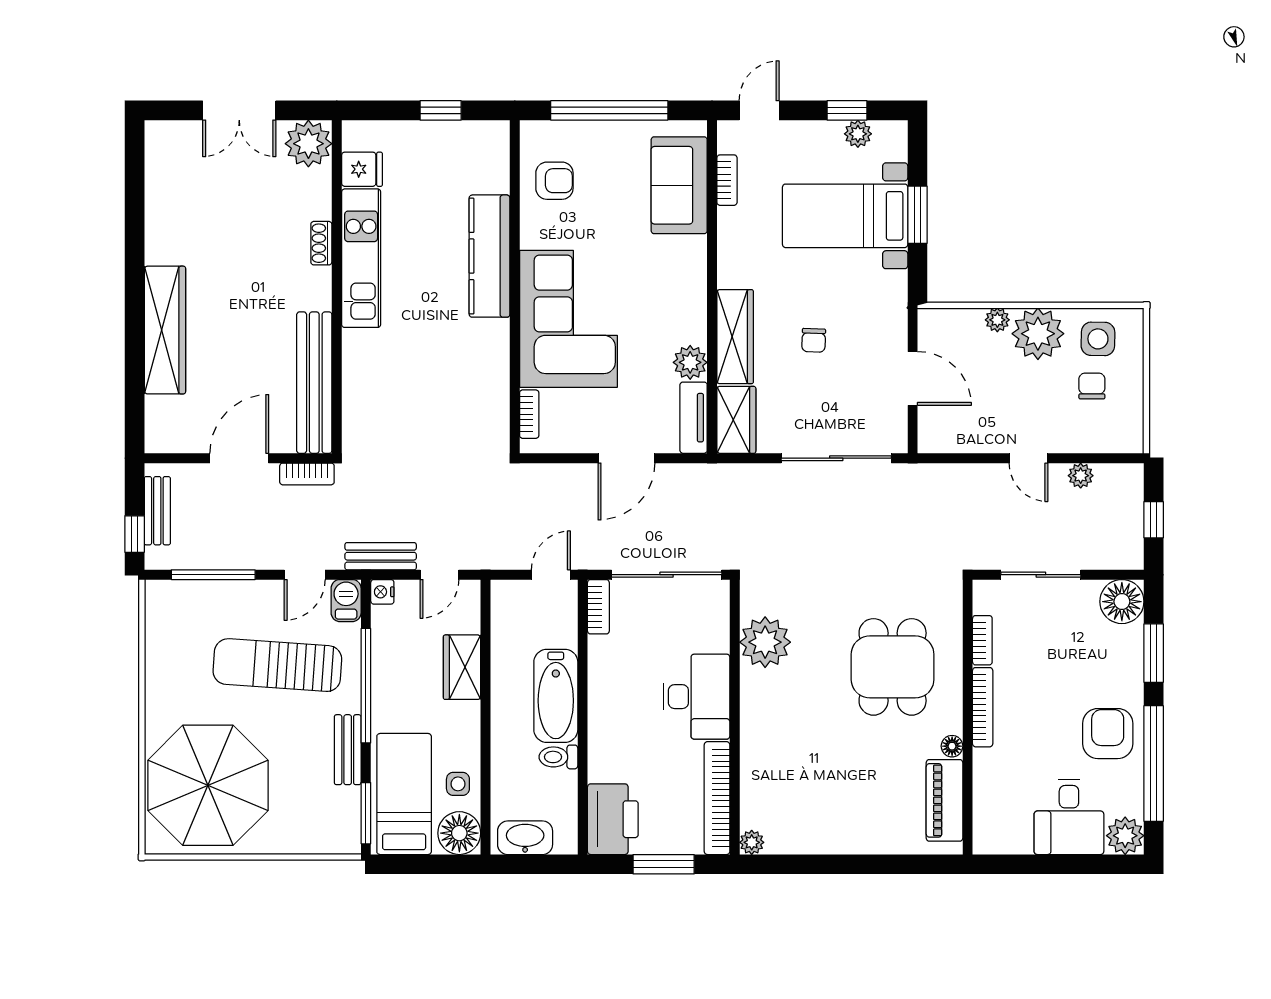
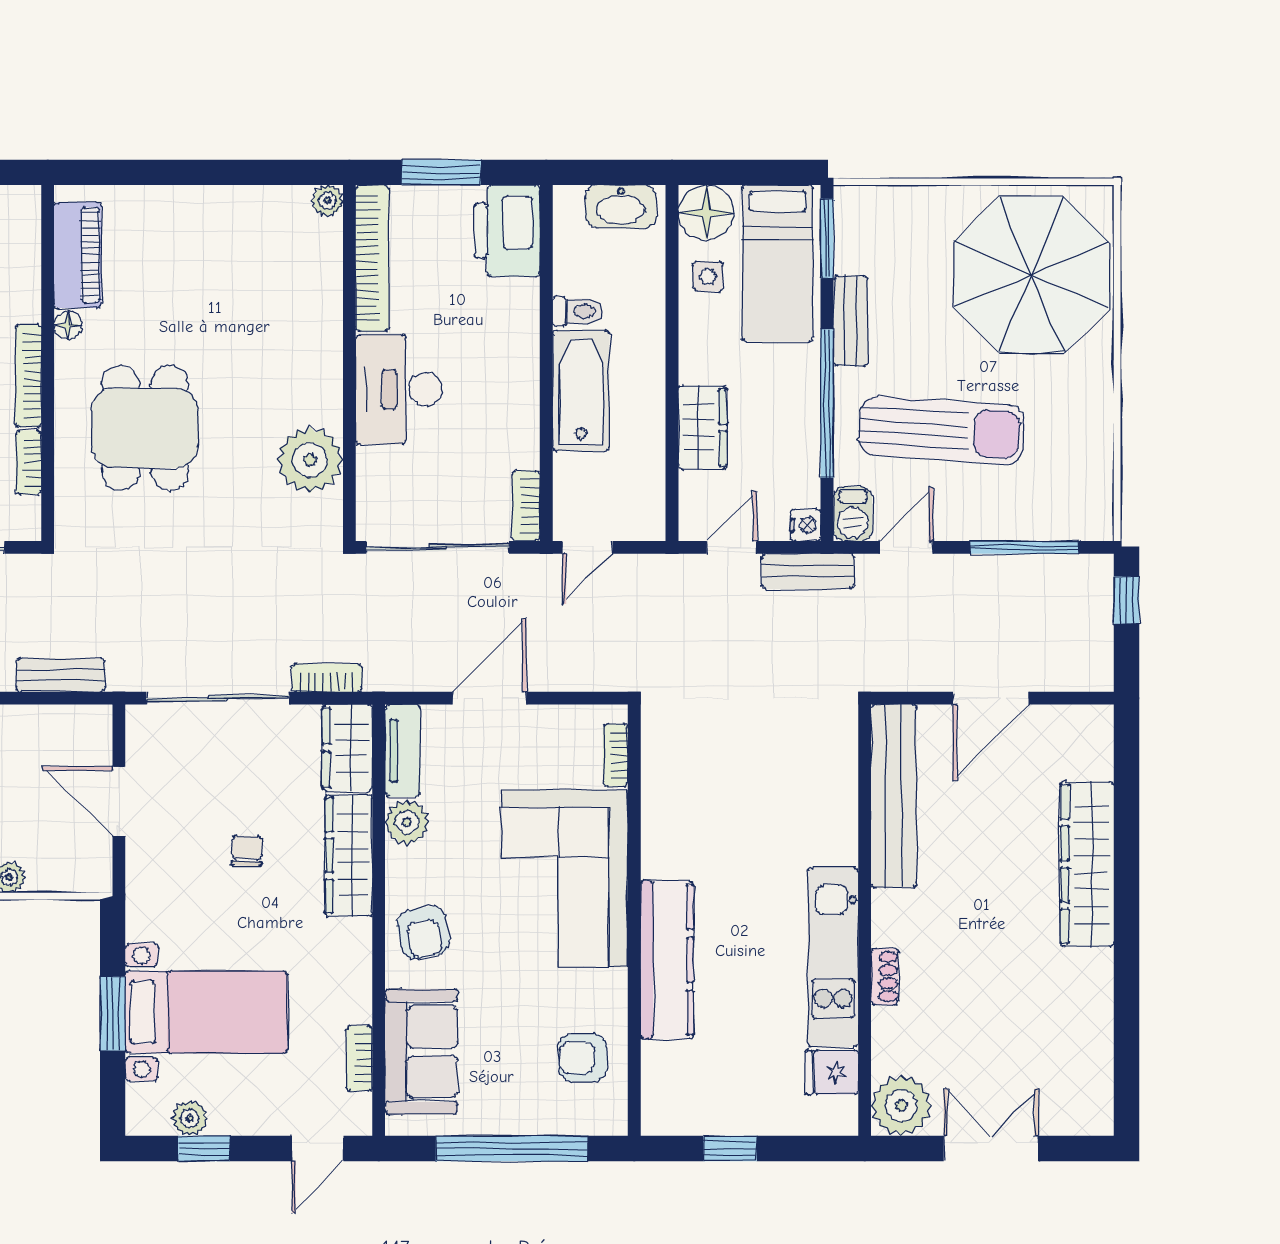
armchair: (677, 277) -> (424, 933), added
bookcase: (307, 474) -> (327, 678), moved
bench: (157, 511) -> (61, 675), moved, turned 90

